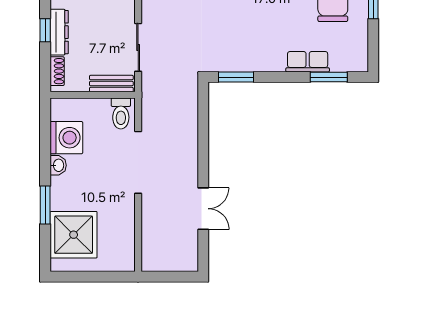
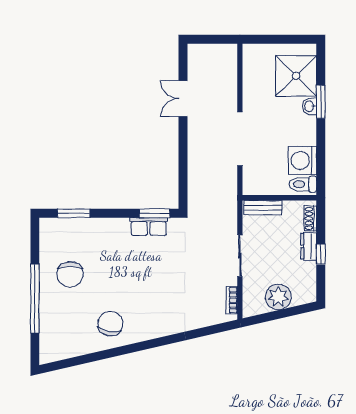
dresser: (59, 32) -> (309, 246), width x0.70
sliding door: (138, 47) -> (240, 256), moved
row of seats: (308, 62) -> (149, 227), moved
toilet: (121, 113) -> (303, 184), moved, turned -90
washbasin: (58, 165) -> (310, 106), moved

